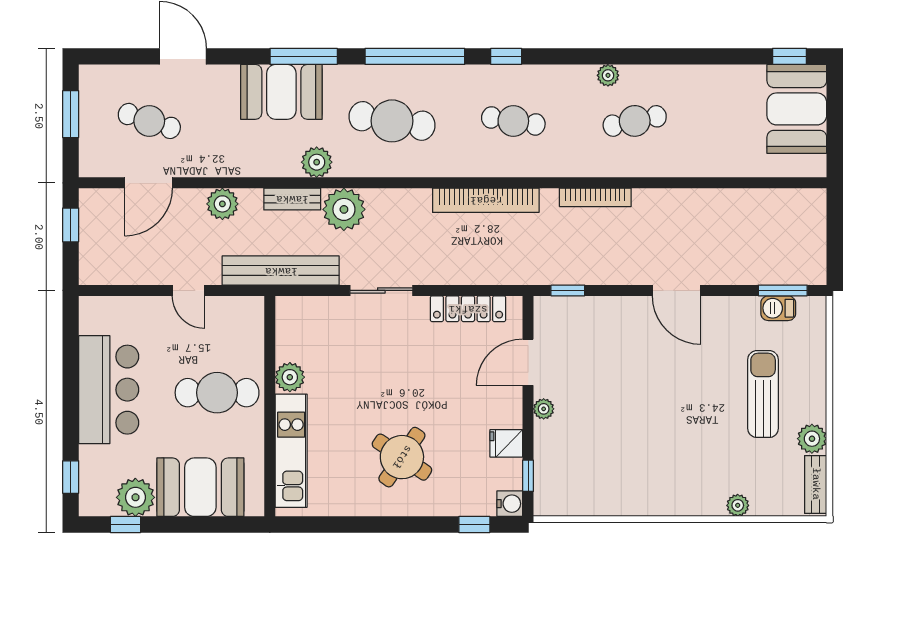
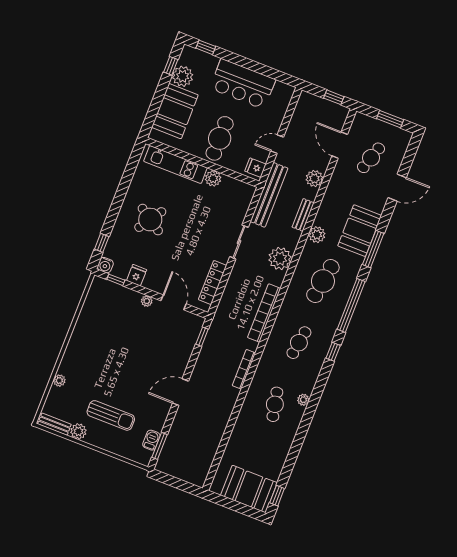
plant: (344, 209) -> (280, 259), moved
fridge: (243, 312) -> (255, 168), added

